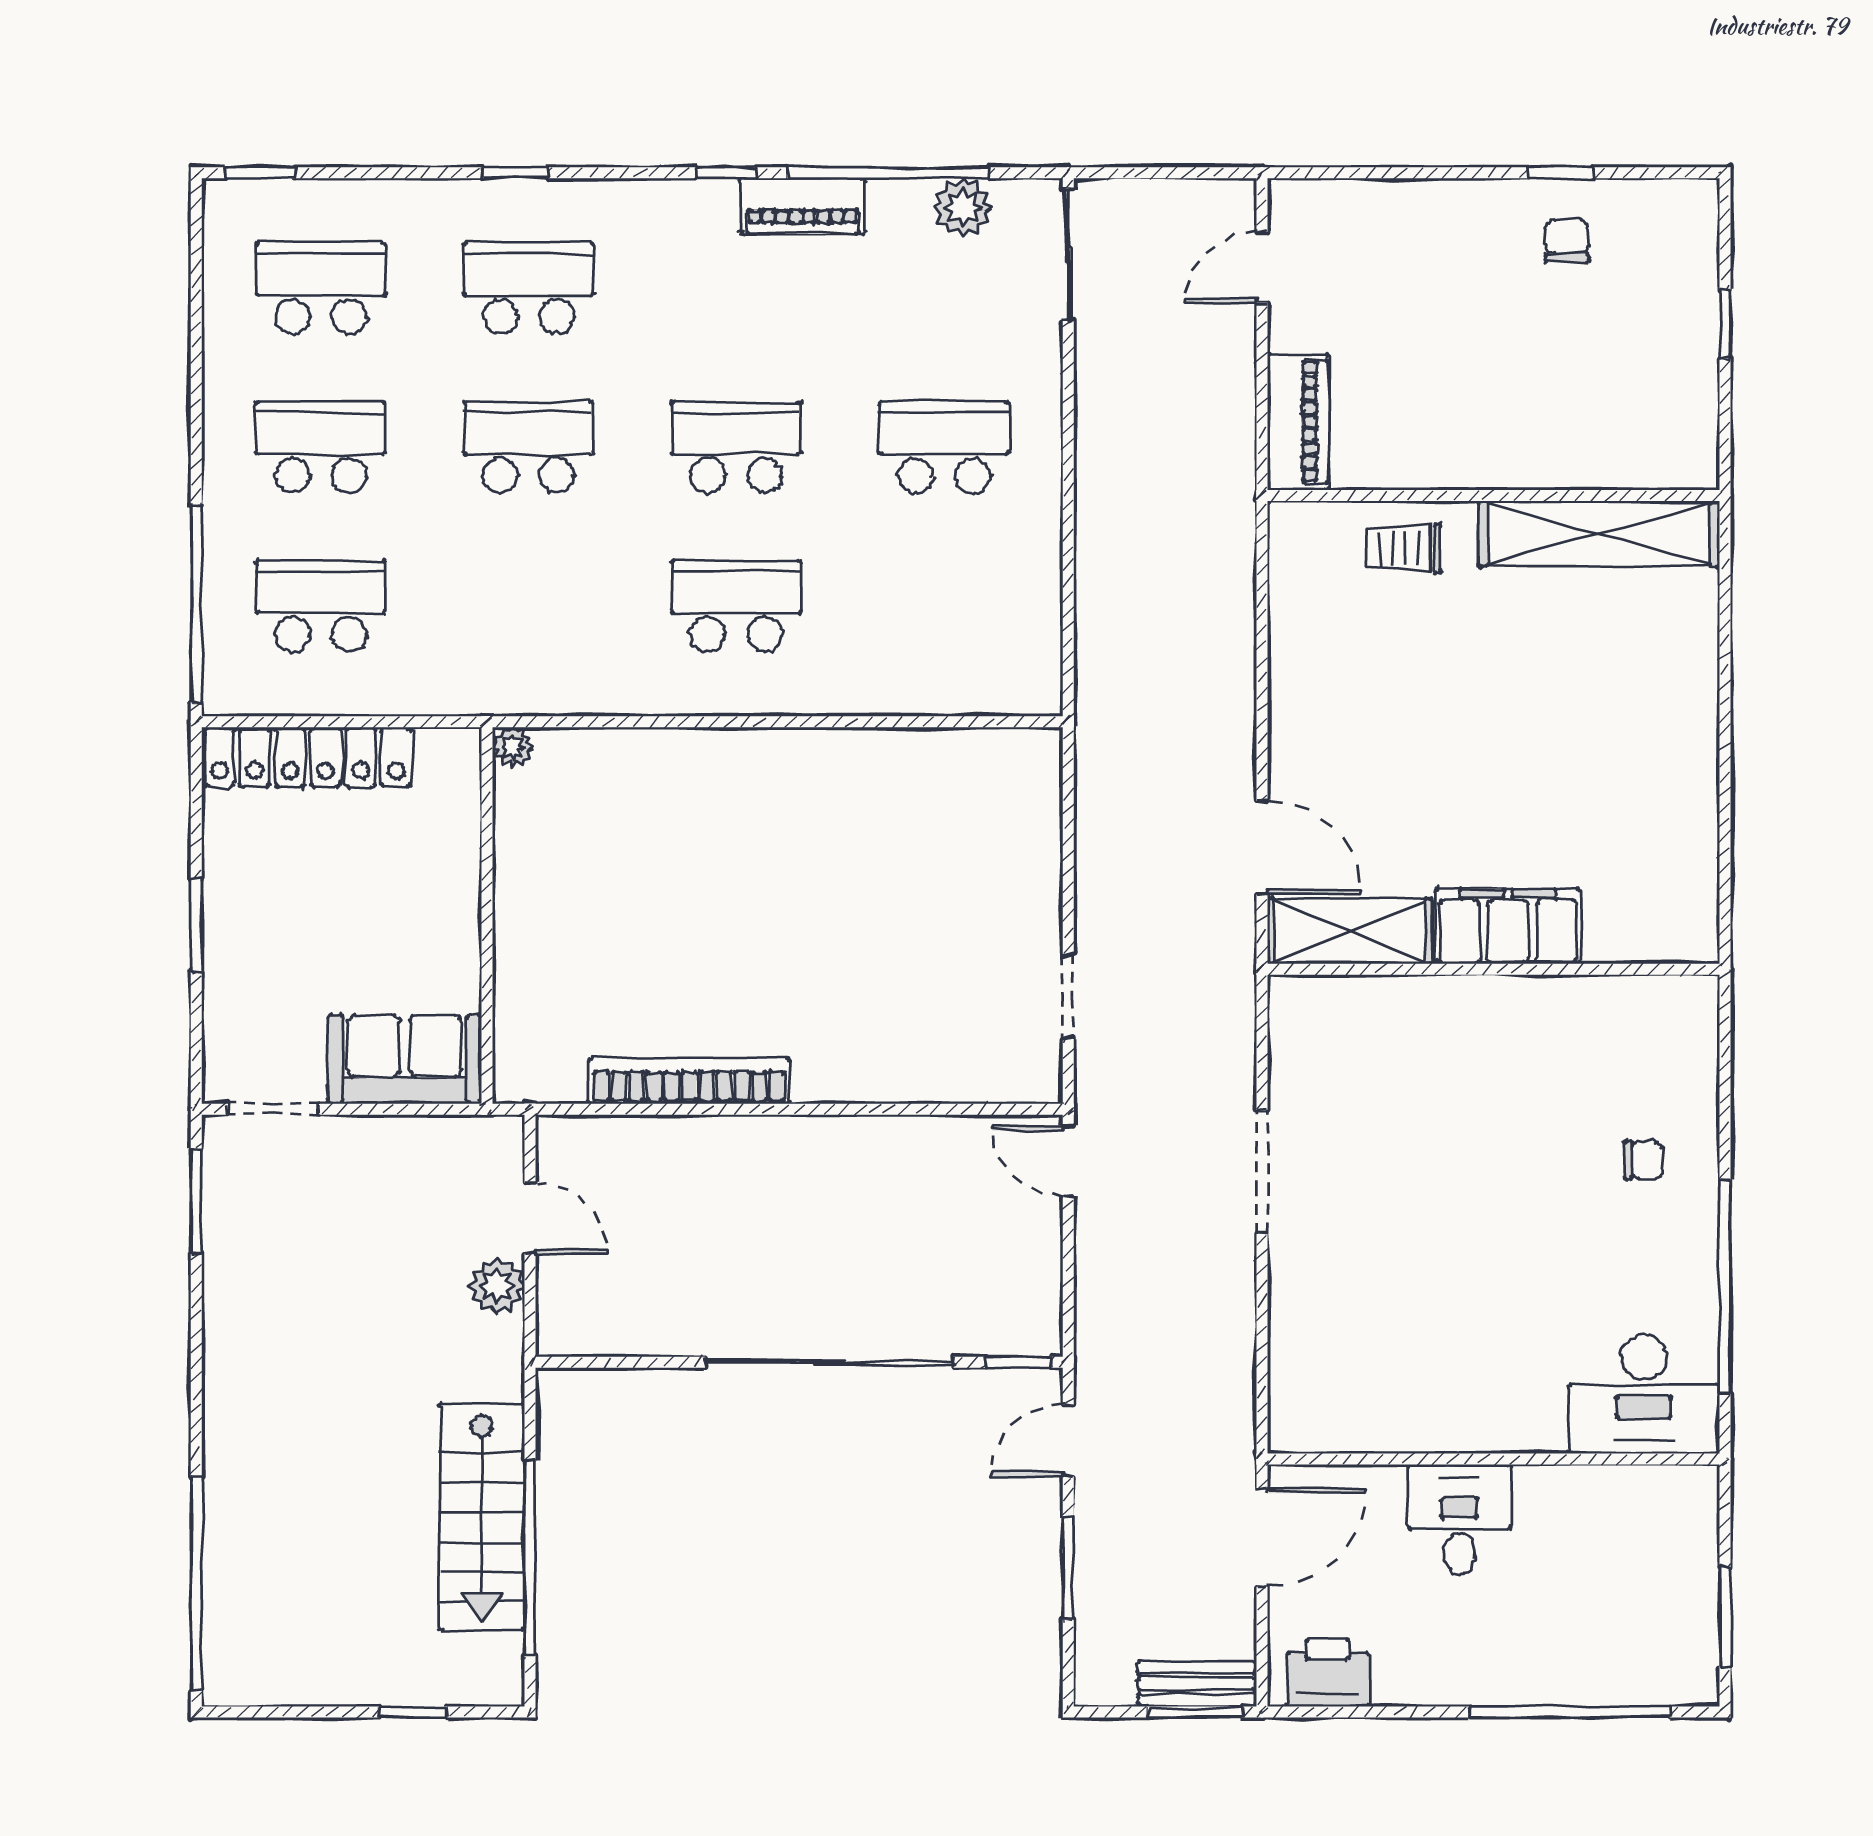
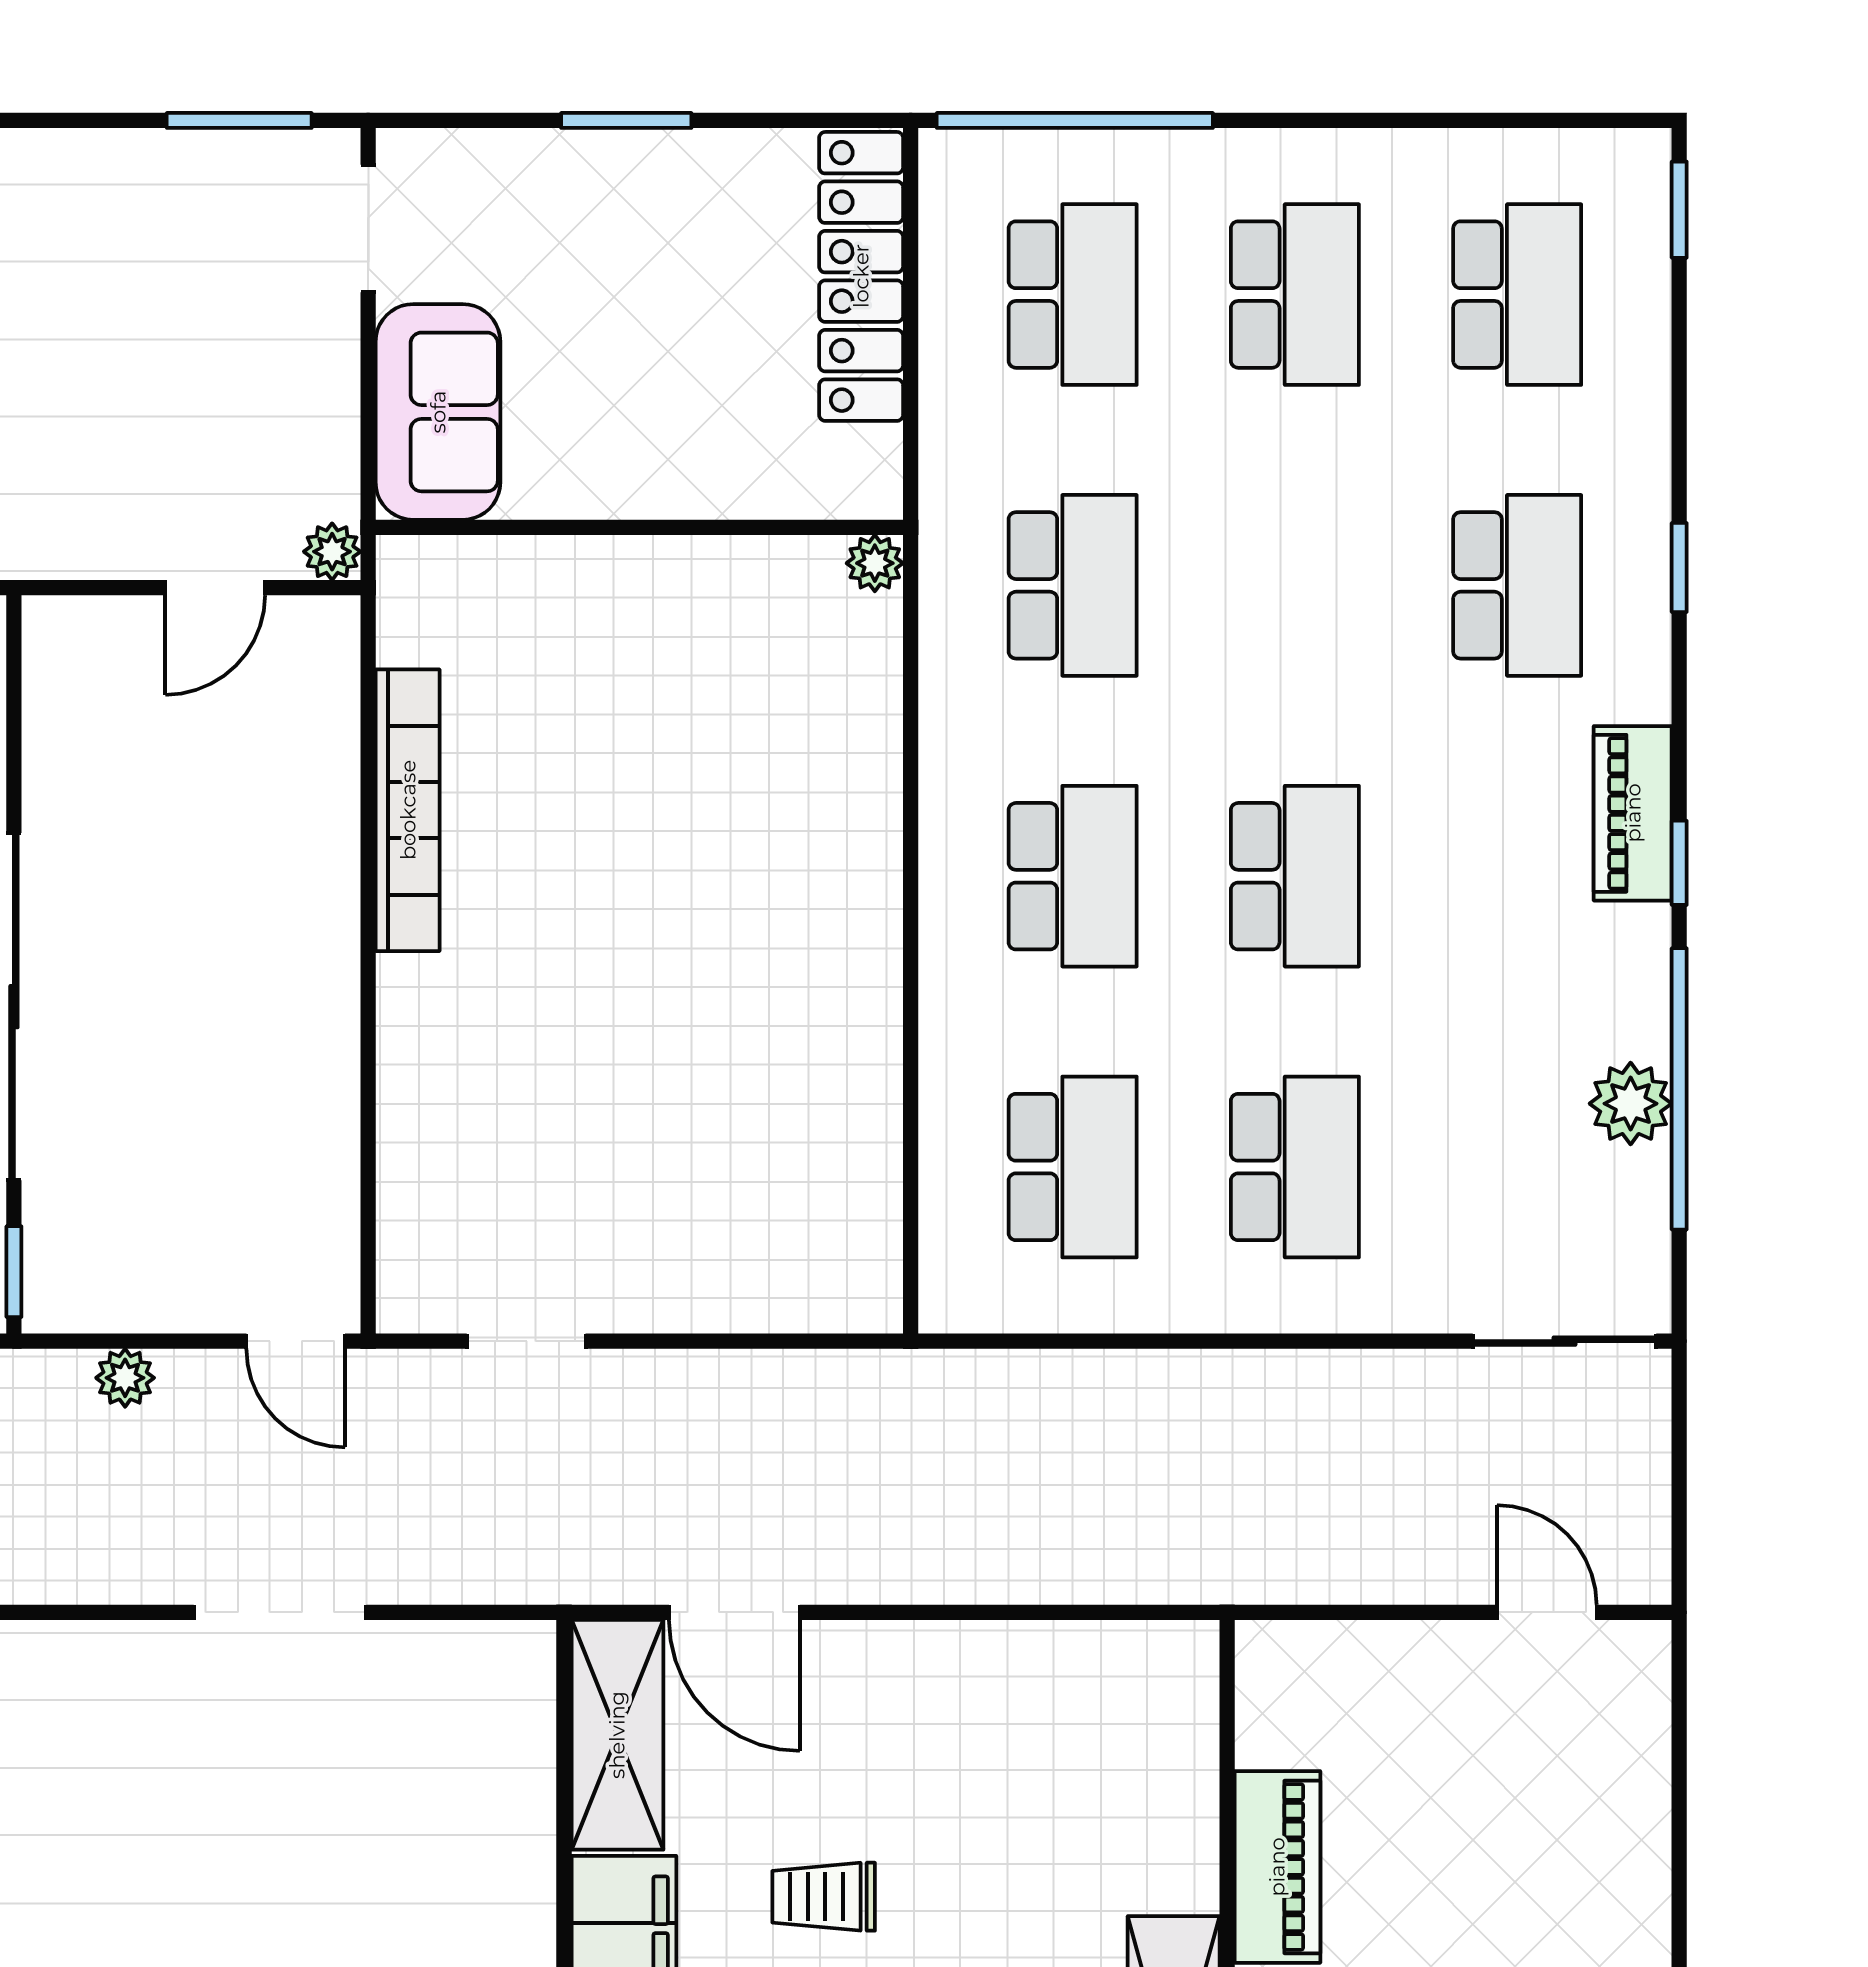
piano: (803, 206) -> (1633, 813), moved
plant: (963, 207) -> (1631, 1104), moved
piano: (1298, 422) -> (1277, 1867), moved, turned -90
school desk: (528, 447) -> (1073, 585), moved
trolley: (1404, 548) -> (824, 1897), moved, turned -90
school desk: (944, 606) -> (1073, 1167), added
door: (1262, 847) -> (734, 1612), hinge flipped
door: (1068, 1161) -> (296, 1341), swing flipped
plant: (1094, 1283) -> (125, 1378), added
plant: (497, 1286) -> (332, 552), moved, width x0.73, depth x0.73

